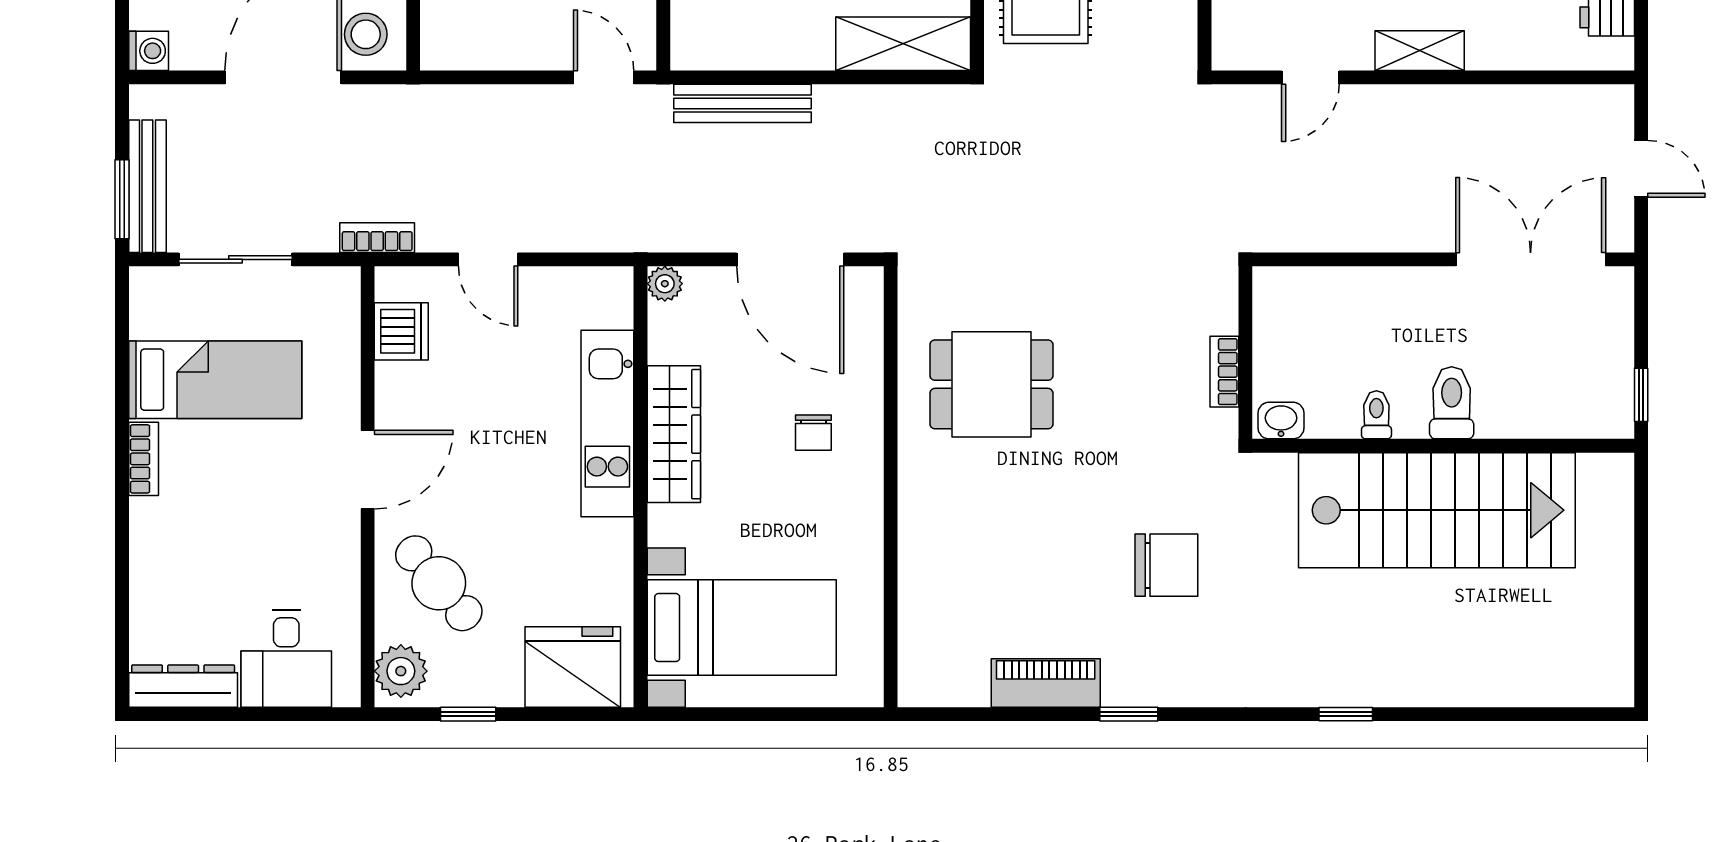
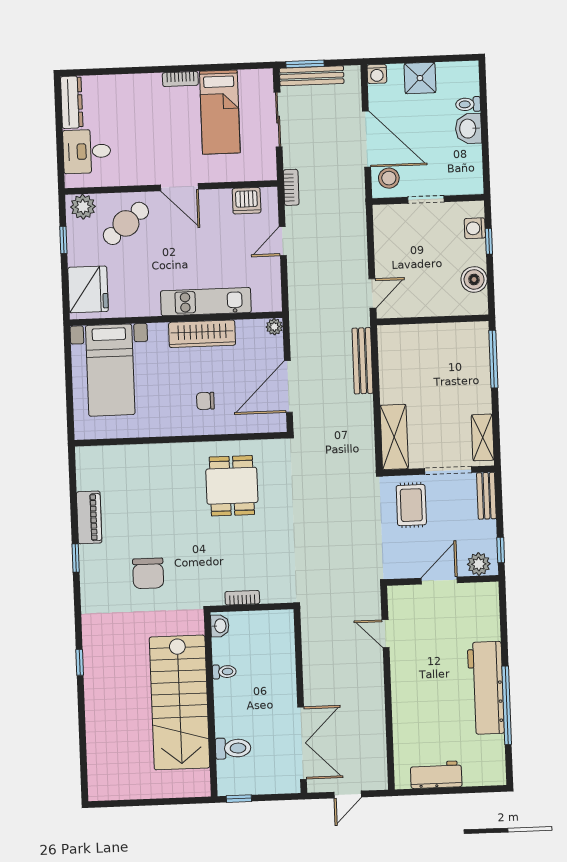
shelving: (1420, 51) -> (400, 686), removed
toilet: (1452, 403) -> (233, 748), moved

